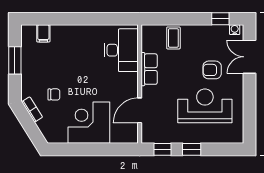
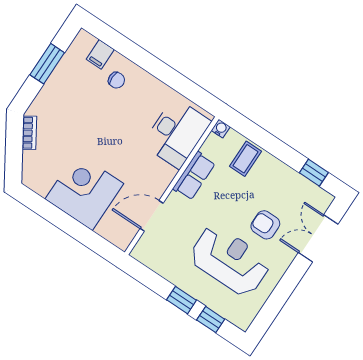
water cooler: (235, 30) -> (221, 129), moved
chair: (54, 94) -> (116, 80), moved
window: (162, 149) -> (211, 320), moved

